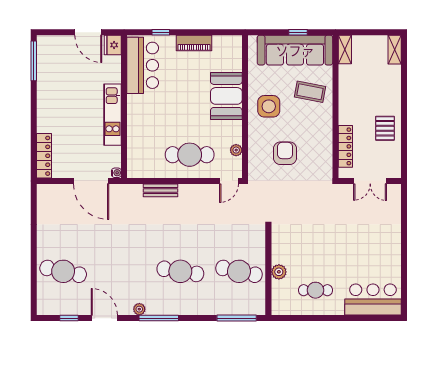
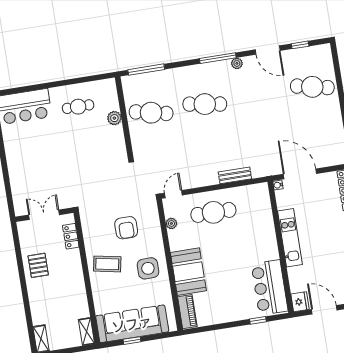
piano: (194, 43) -> (187, 312), moved, turned 90
coffee table: (310, 92) -> (107, 264), moved
locker: (345, 146) -> (71, 236), width x0.66

